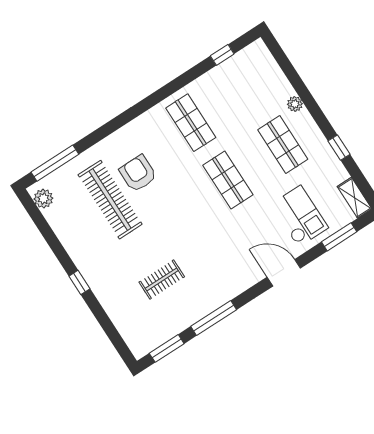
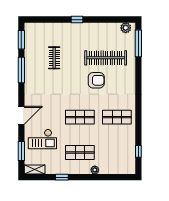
armchair: (138, 173) -> (96, 80), moved

